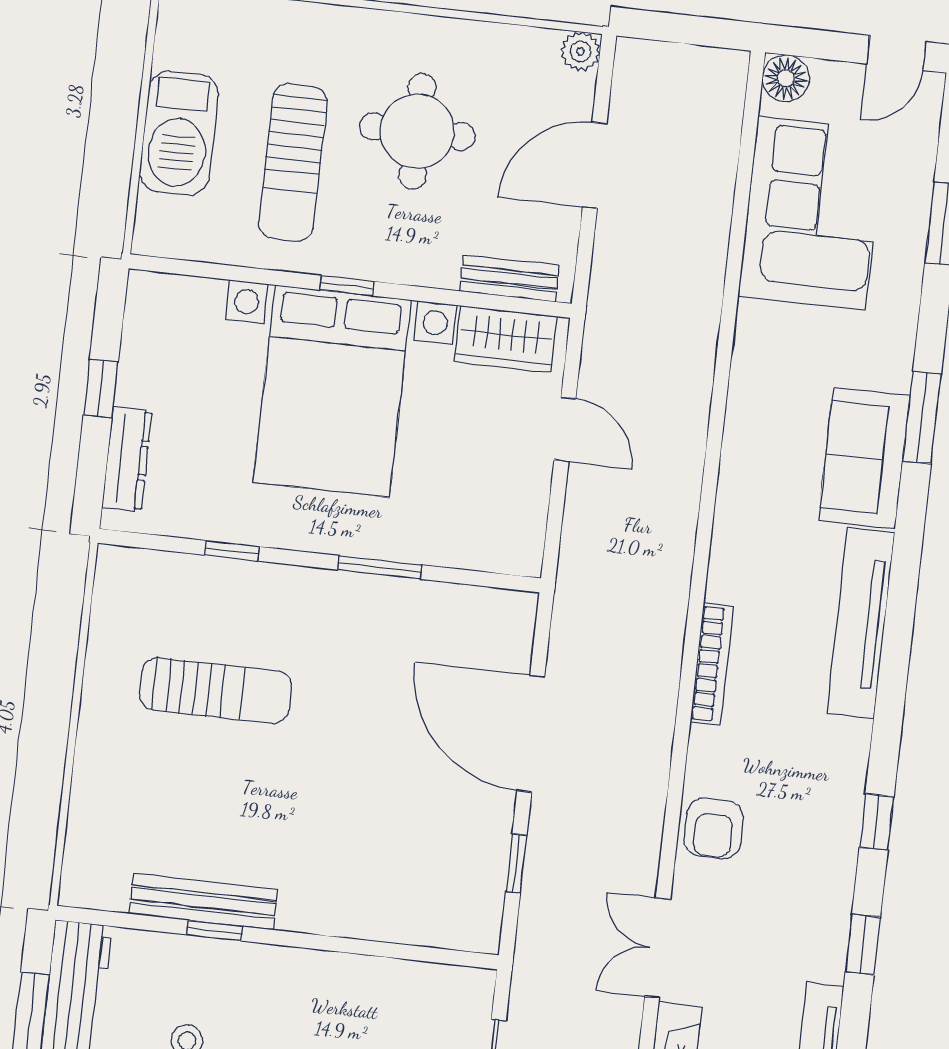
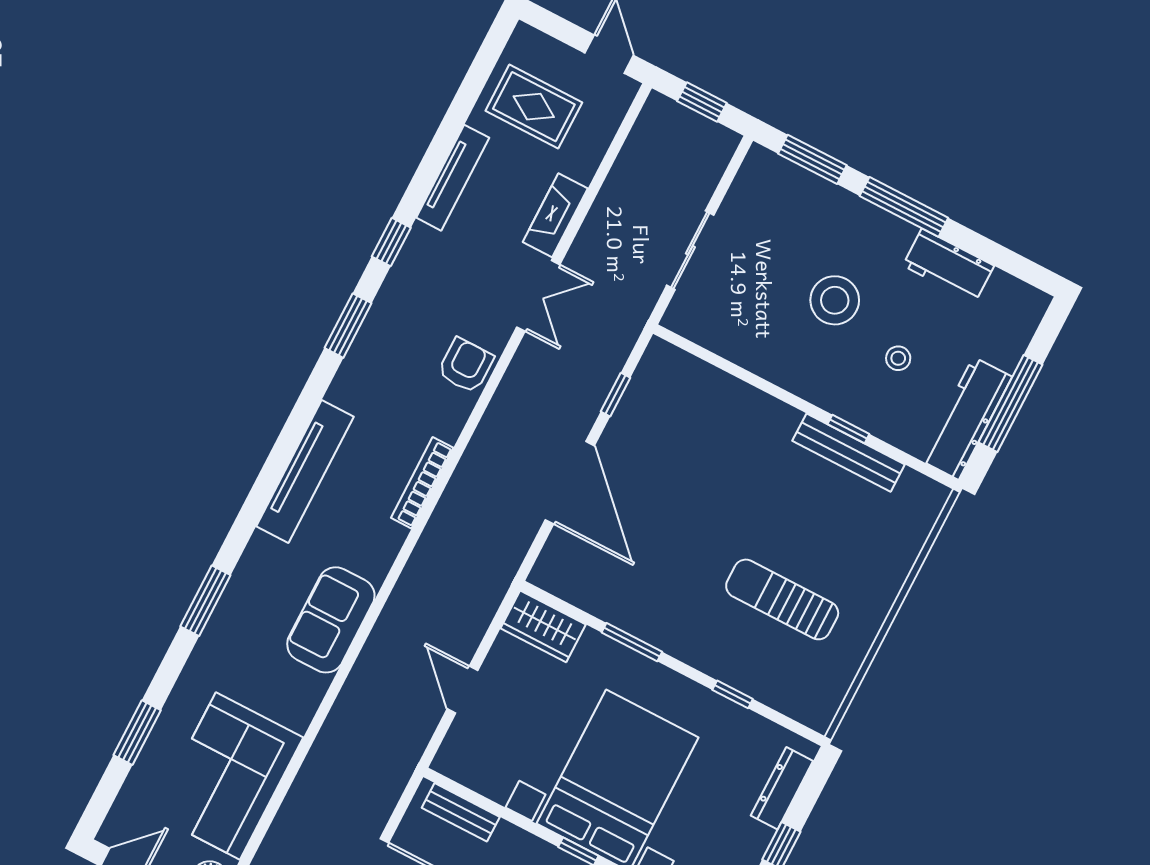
wardrobe: (506, 339) -> (543, 626), moved, turned 180
sofa: (864, 458) -> (331, 620), moved, turned 180
window: (877, 822) -> (348, 326), width x1.50

